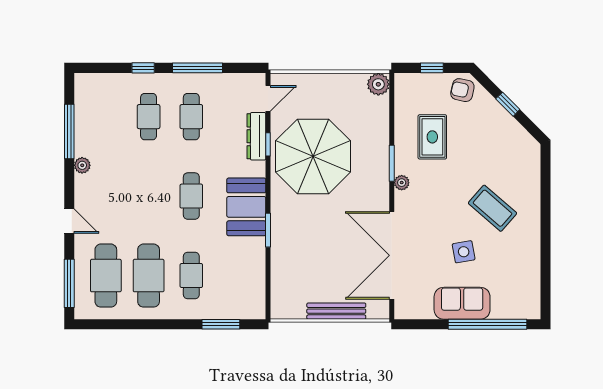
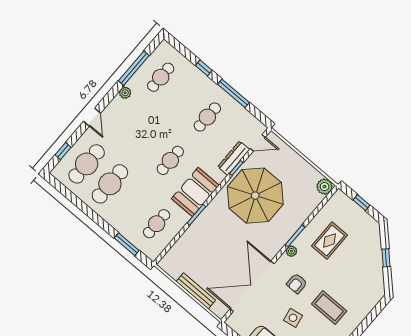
armchair: (462, 90) -> (297, 283), moved, turned -102
cafe table: (149, 117) -> (161, 77), moved
coffee table: (493, 208) -> (329, 308), turned -41
cafe table: (191, 276) -> (157, 224), moved
window: (69, 283) -> (63, 151), width x0.46

